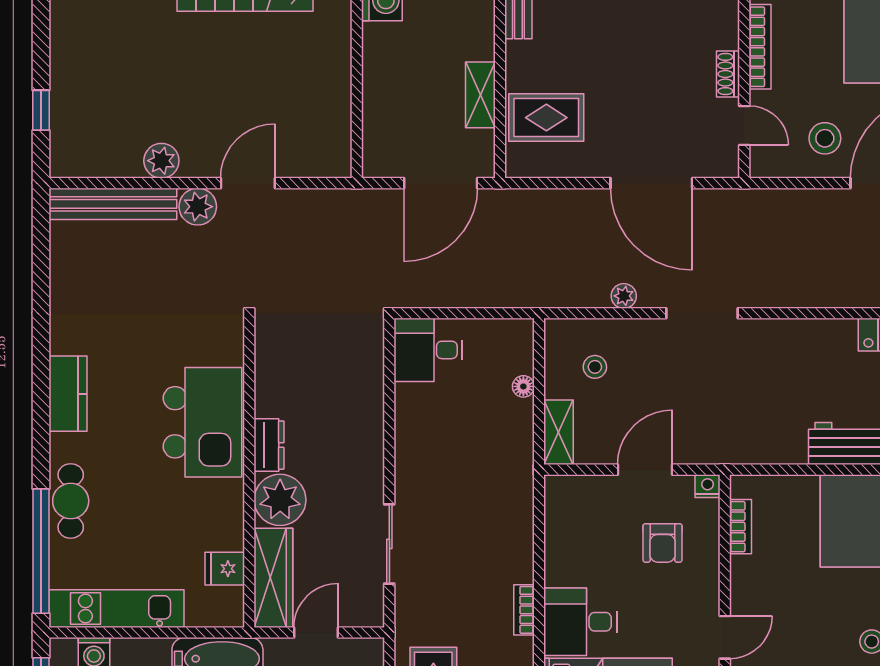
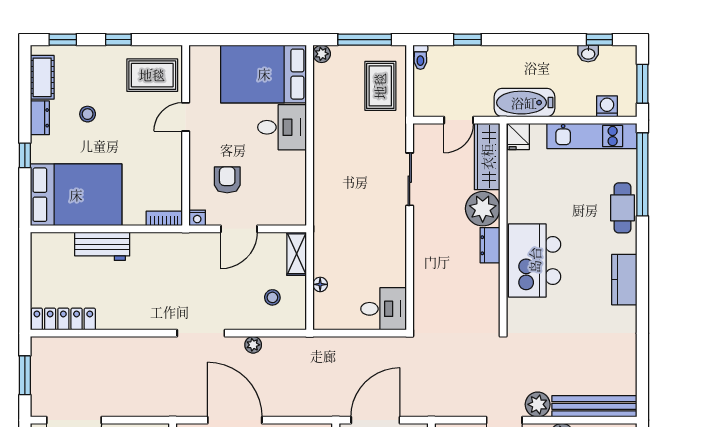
bookcase: (740, 527) -> (164, 218), moved, turned 90
fridge: (225, 569) -> (518, 137), moved, turned 90
bookcase: (524, 610) -> (320, 135), removed

